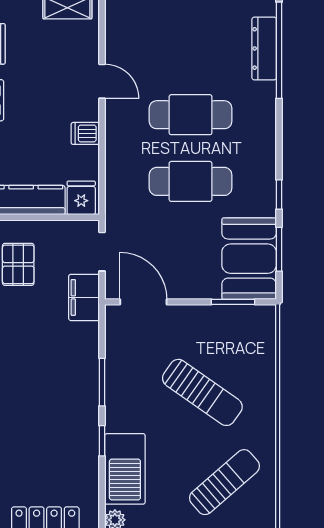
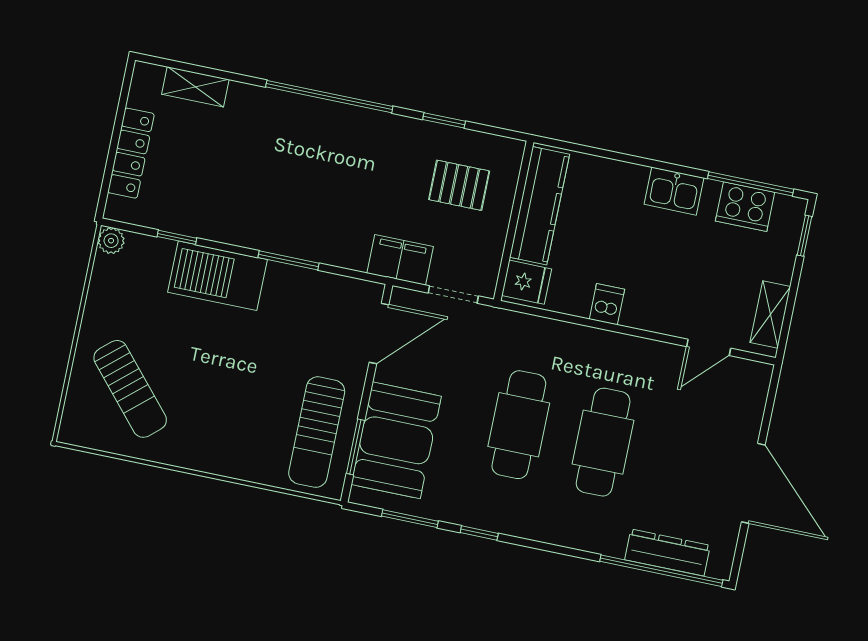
door: (102, 81) -> (709, 347), moved
booth: (249, 259) -> (396, 440), moved, turned 90
sun lounger: (202, 392) -> (317, 432), moved, turned -35
window: (102, 441) -> (177, 237), moved
barbecue: (125, 469) -> (218, 276), moved

